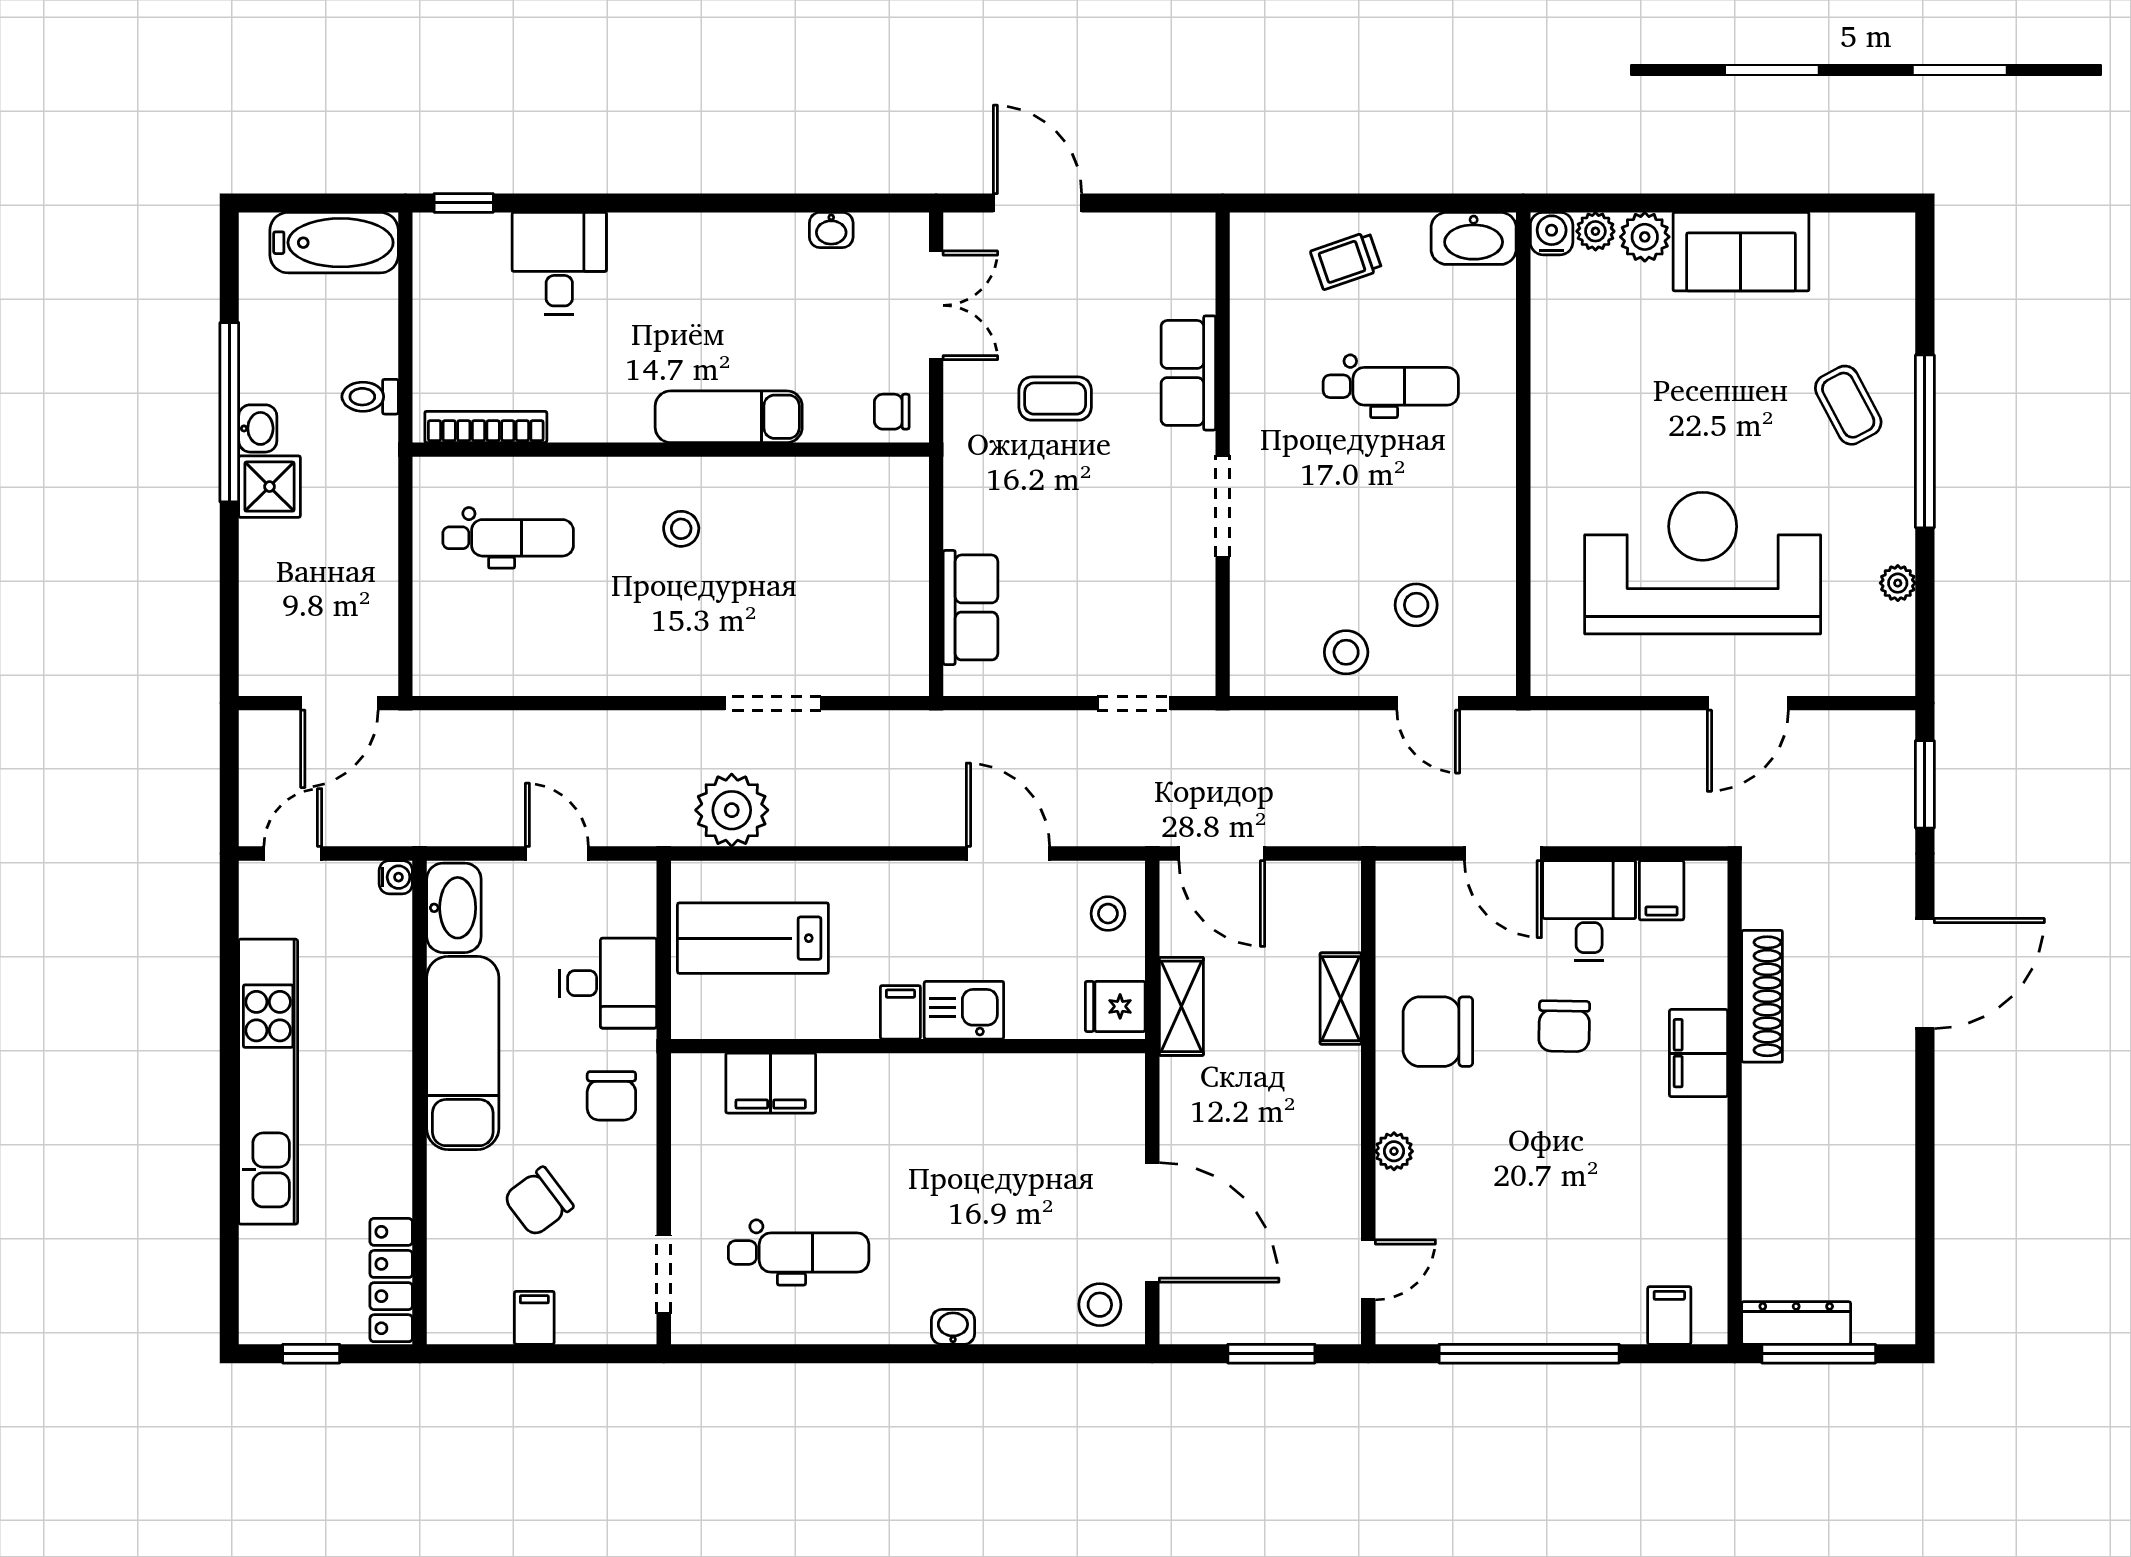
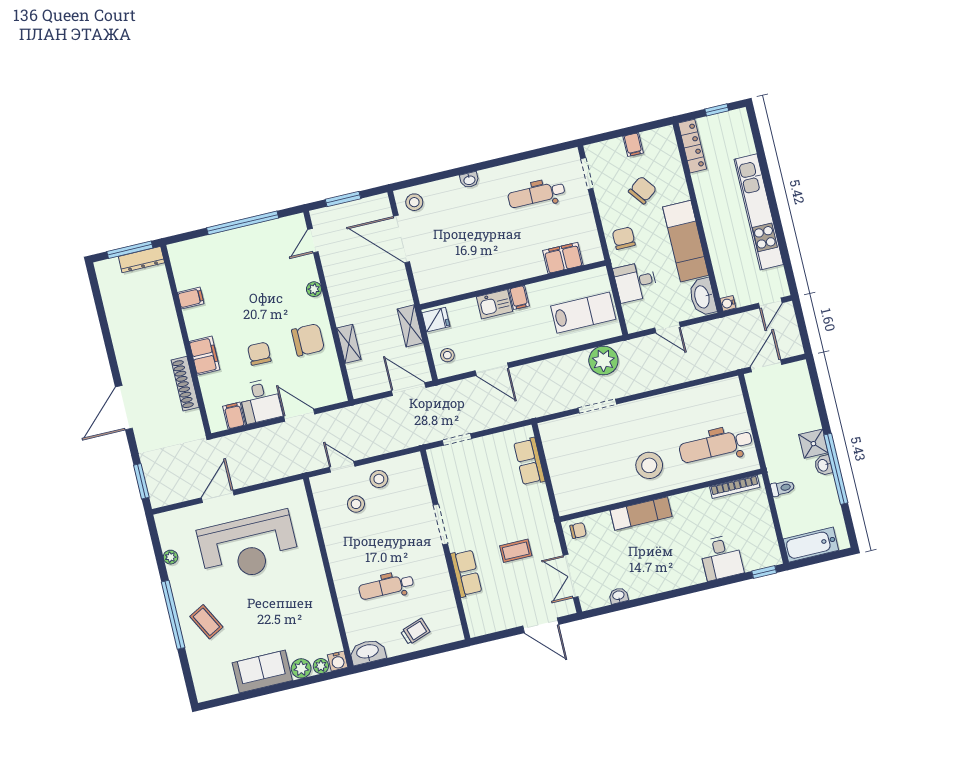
stool: (681, 529) -> (649, 465), width x1.89, depth x1.89
dental chair: (508, 538) -> (716, 446), width x1.36, depth x1.38
filing cabinet: (1669, 1315) -> (191, 298), moved, turned -90

